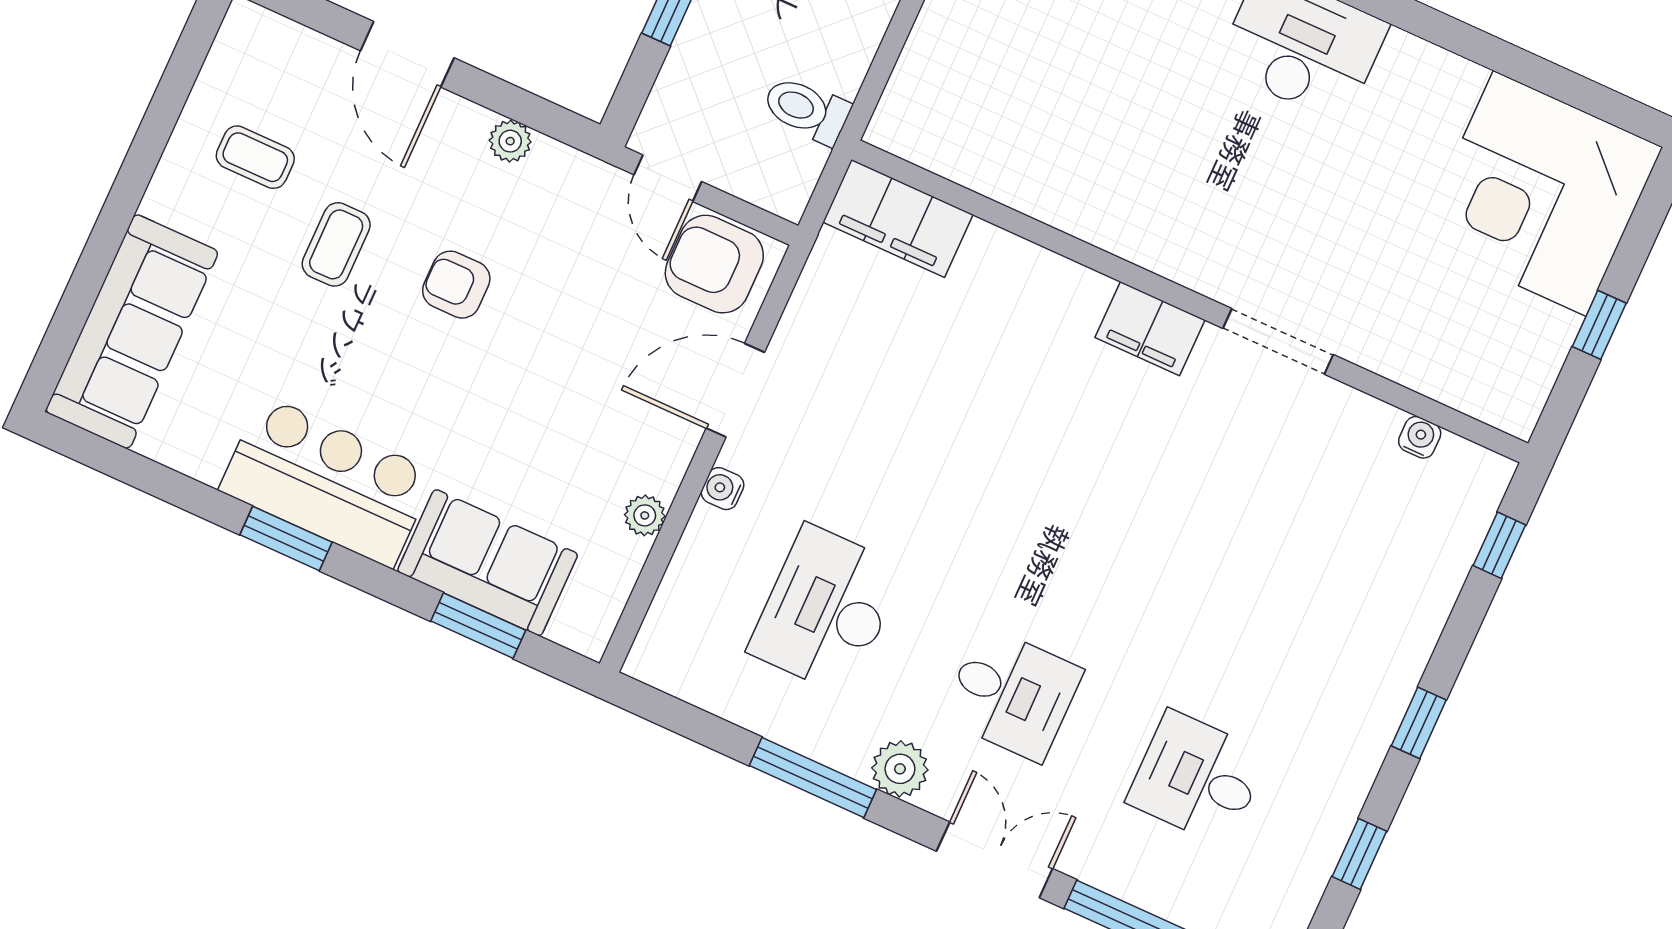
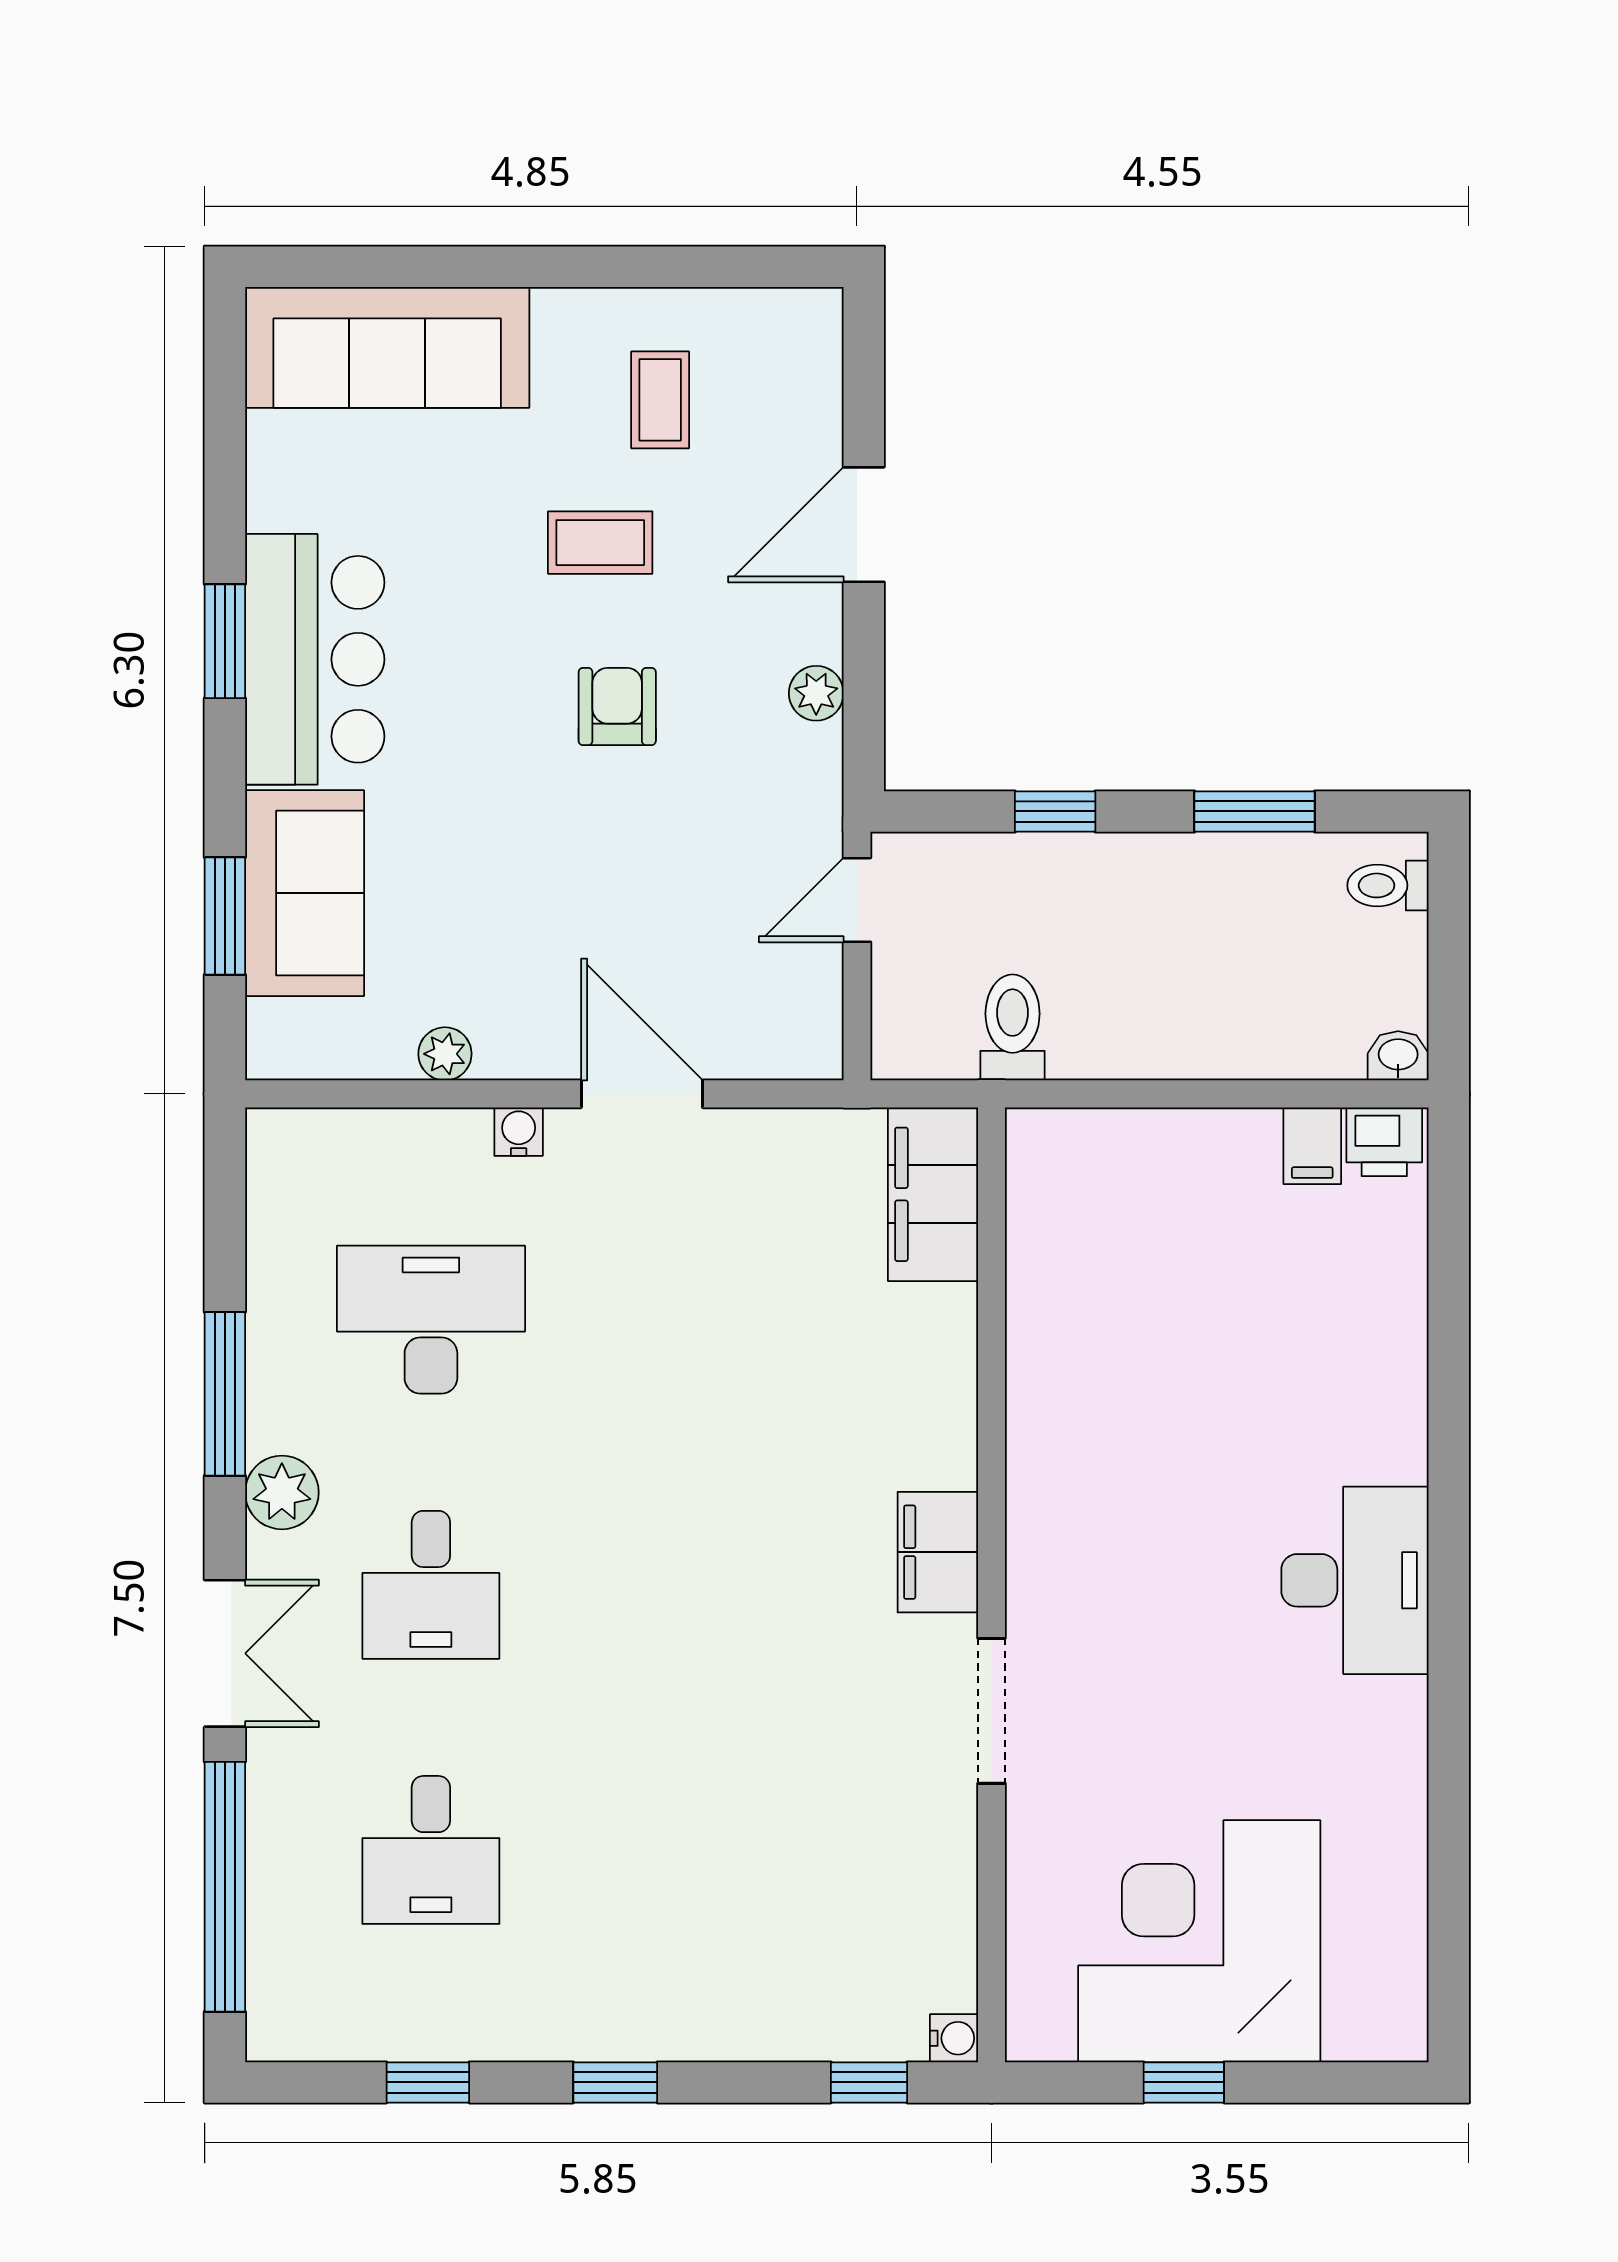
corner desk: (1540, 193) -> (1199, 1941), moved
armchair: (714, 264) -> (780, 1001), removed
water cooler: (1420, 437) -> (954, 2038), moved
desk: (1197, 778) -> (431, 1850), turned 180

